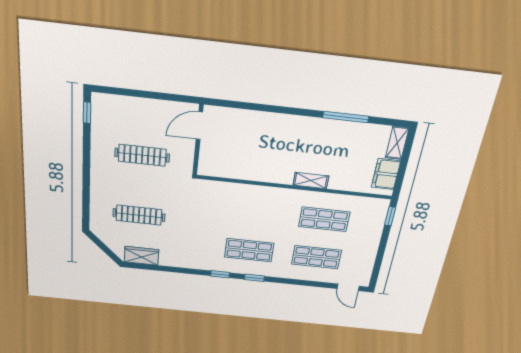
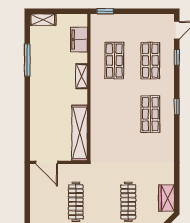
shelving: (235, 170) -> (80, 133), added
filing cabinet: (386, 174) -> (79, 39), moved, turned 90
window: (220, 274) -> (177, 57), moved

